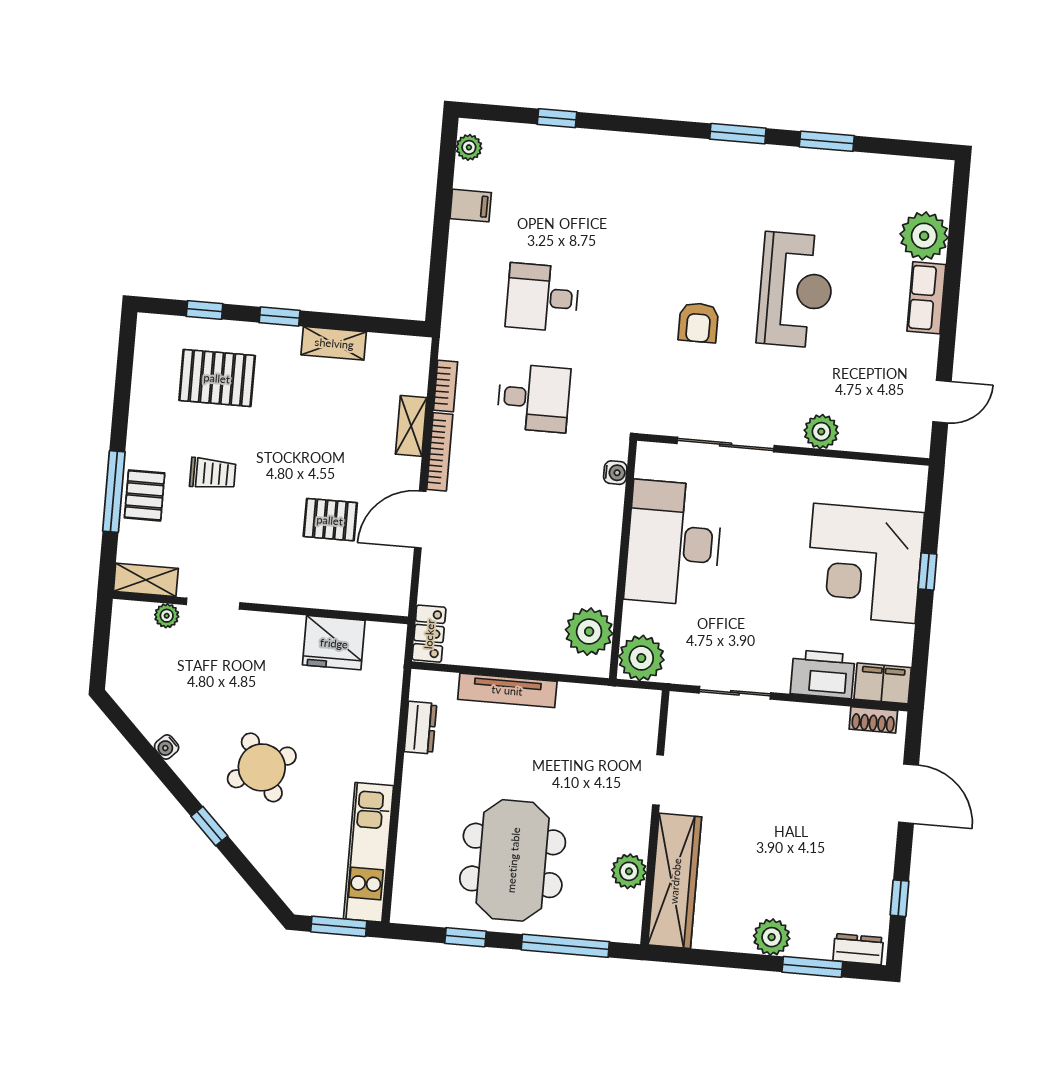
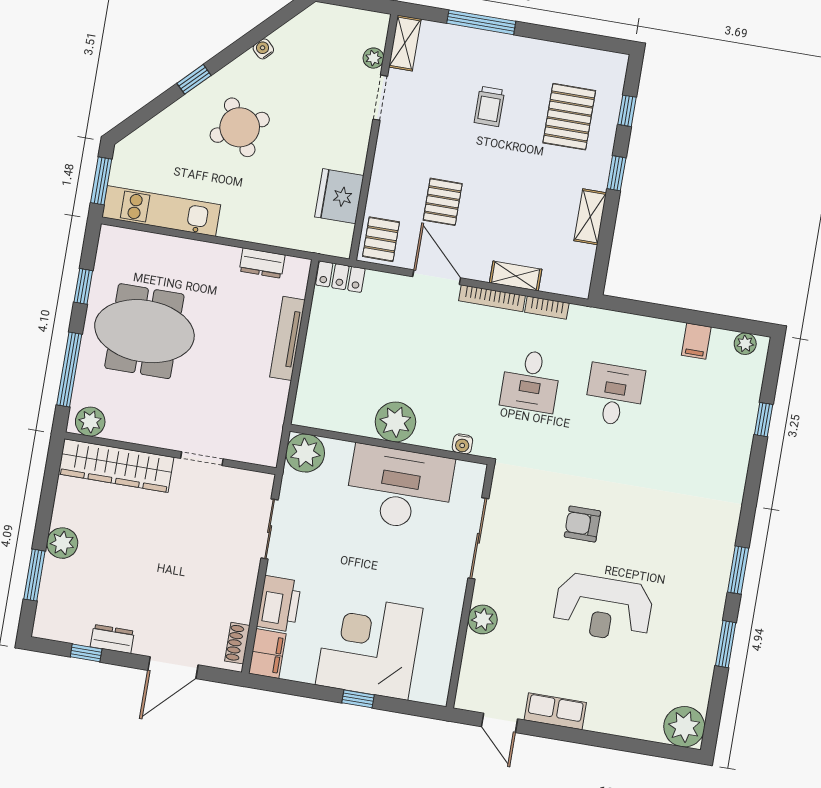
plant: (924, 236) -> (684, 727), moved
row of seats: (926, 298) -> (555, 711), moved
pallet: (145, 495) -> (381, 239), moved, turned 90
plant: (589, 632) -> (395, 422), moved
plant: (629, 871) -> (90, 422), moved
dresser: (858, 949) -> (112, 639), moved, turned -90

